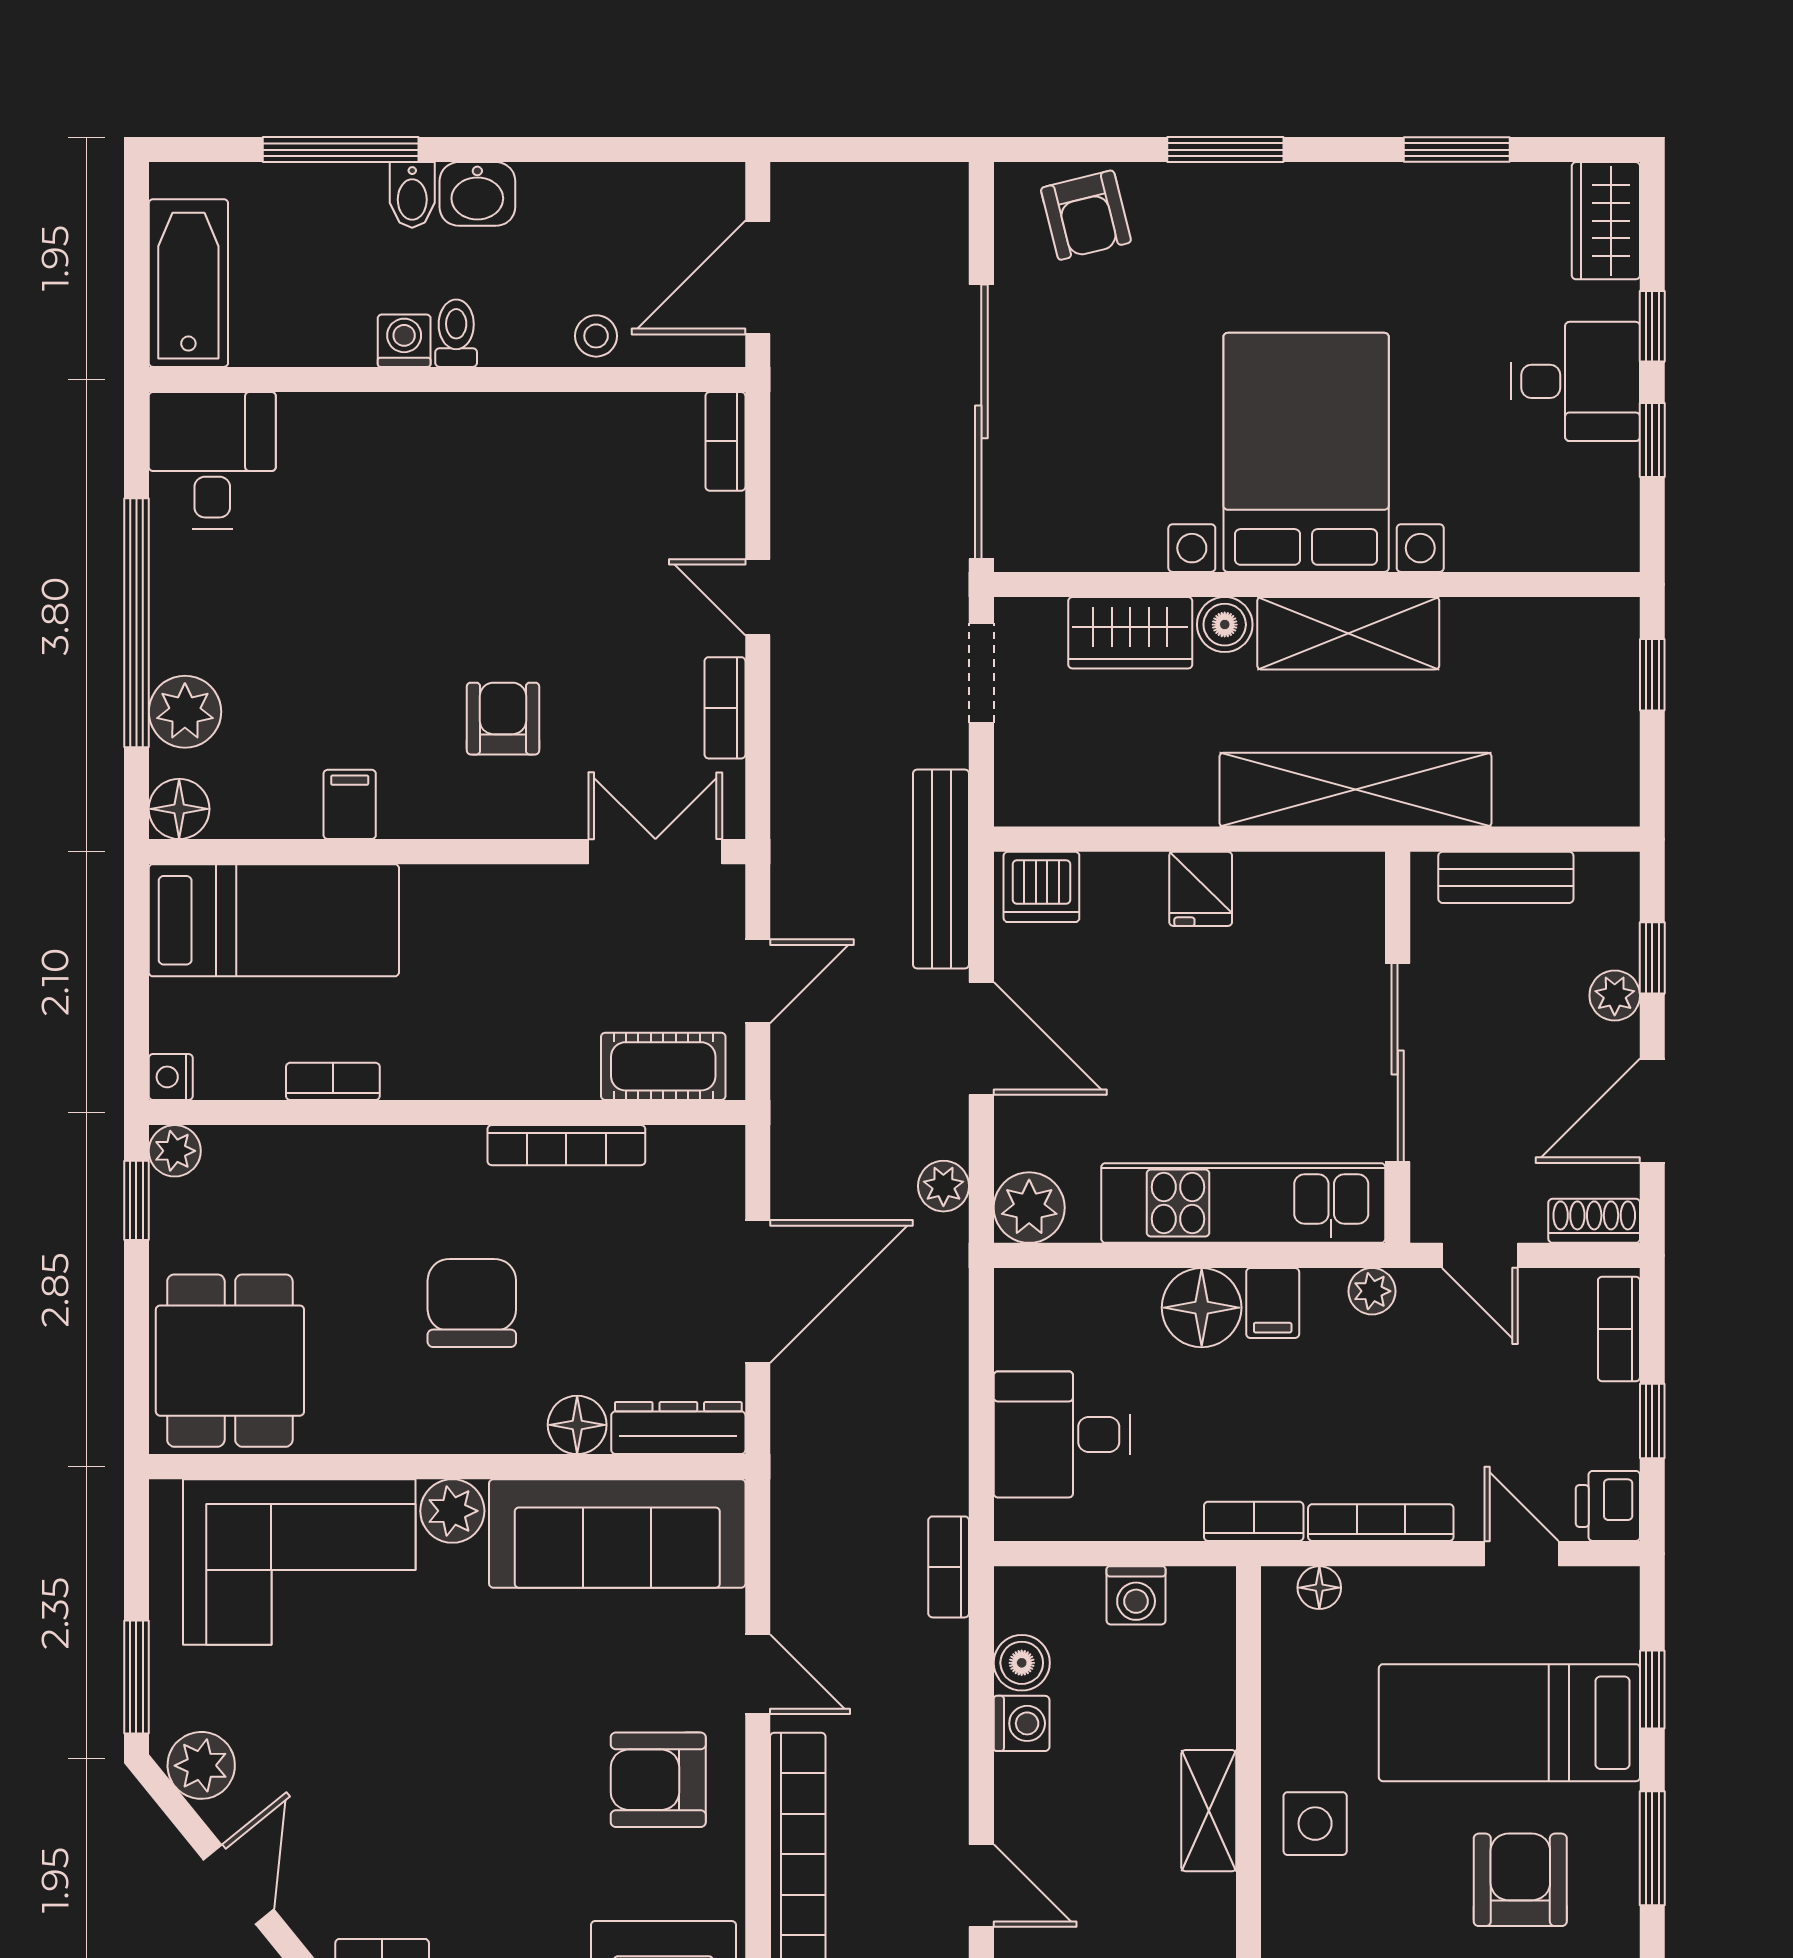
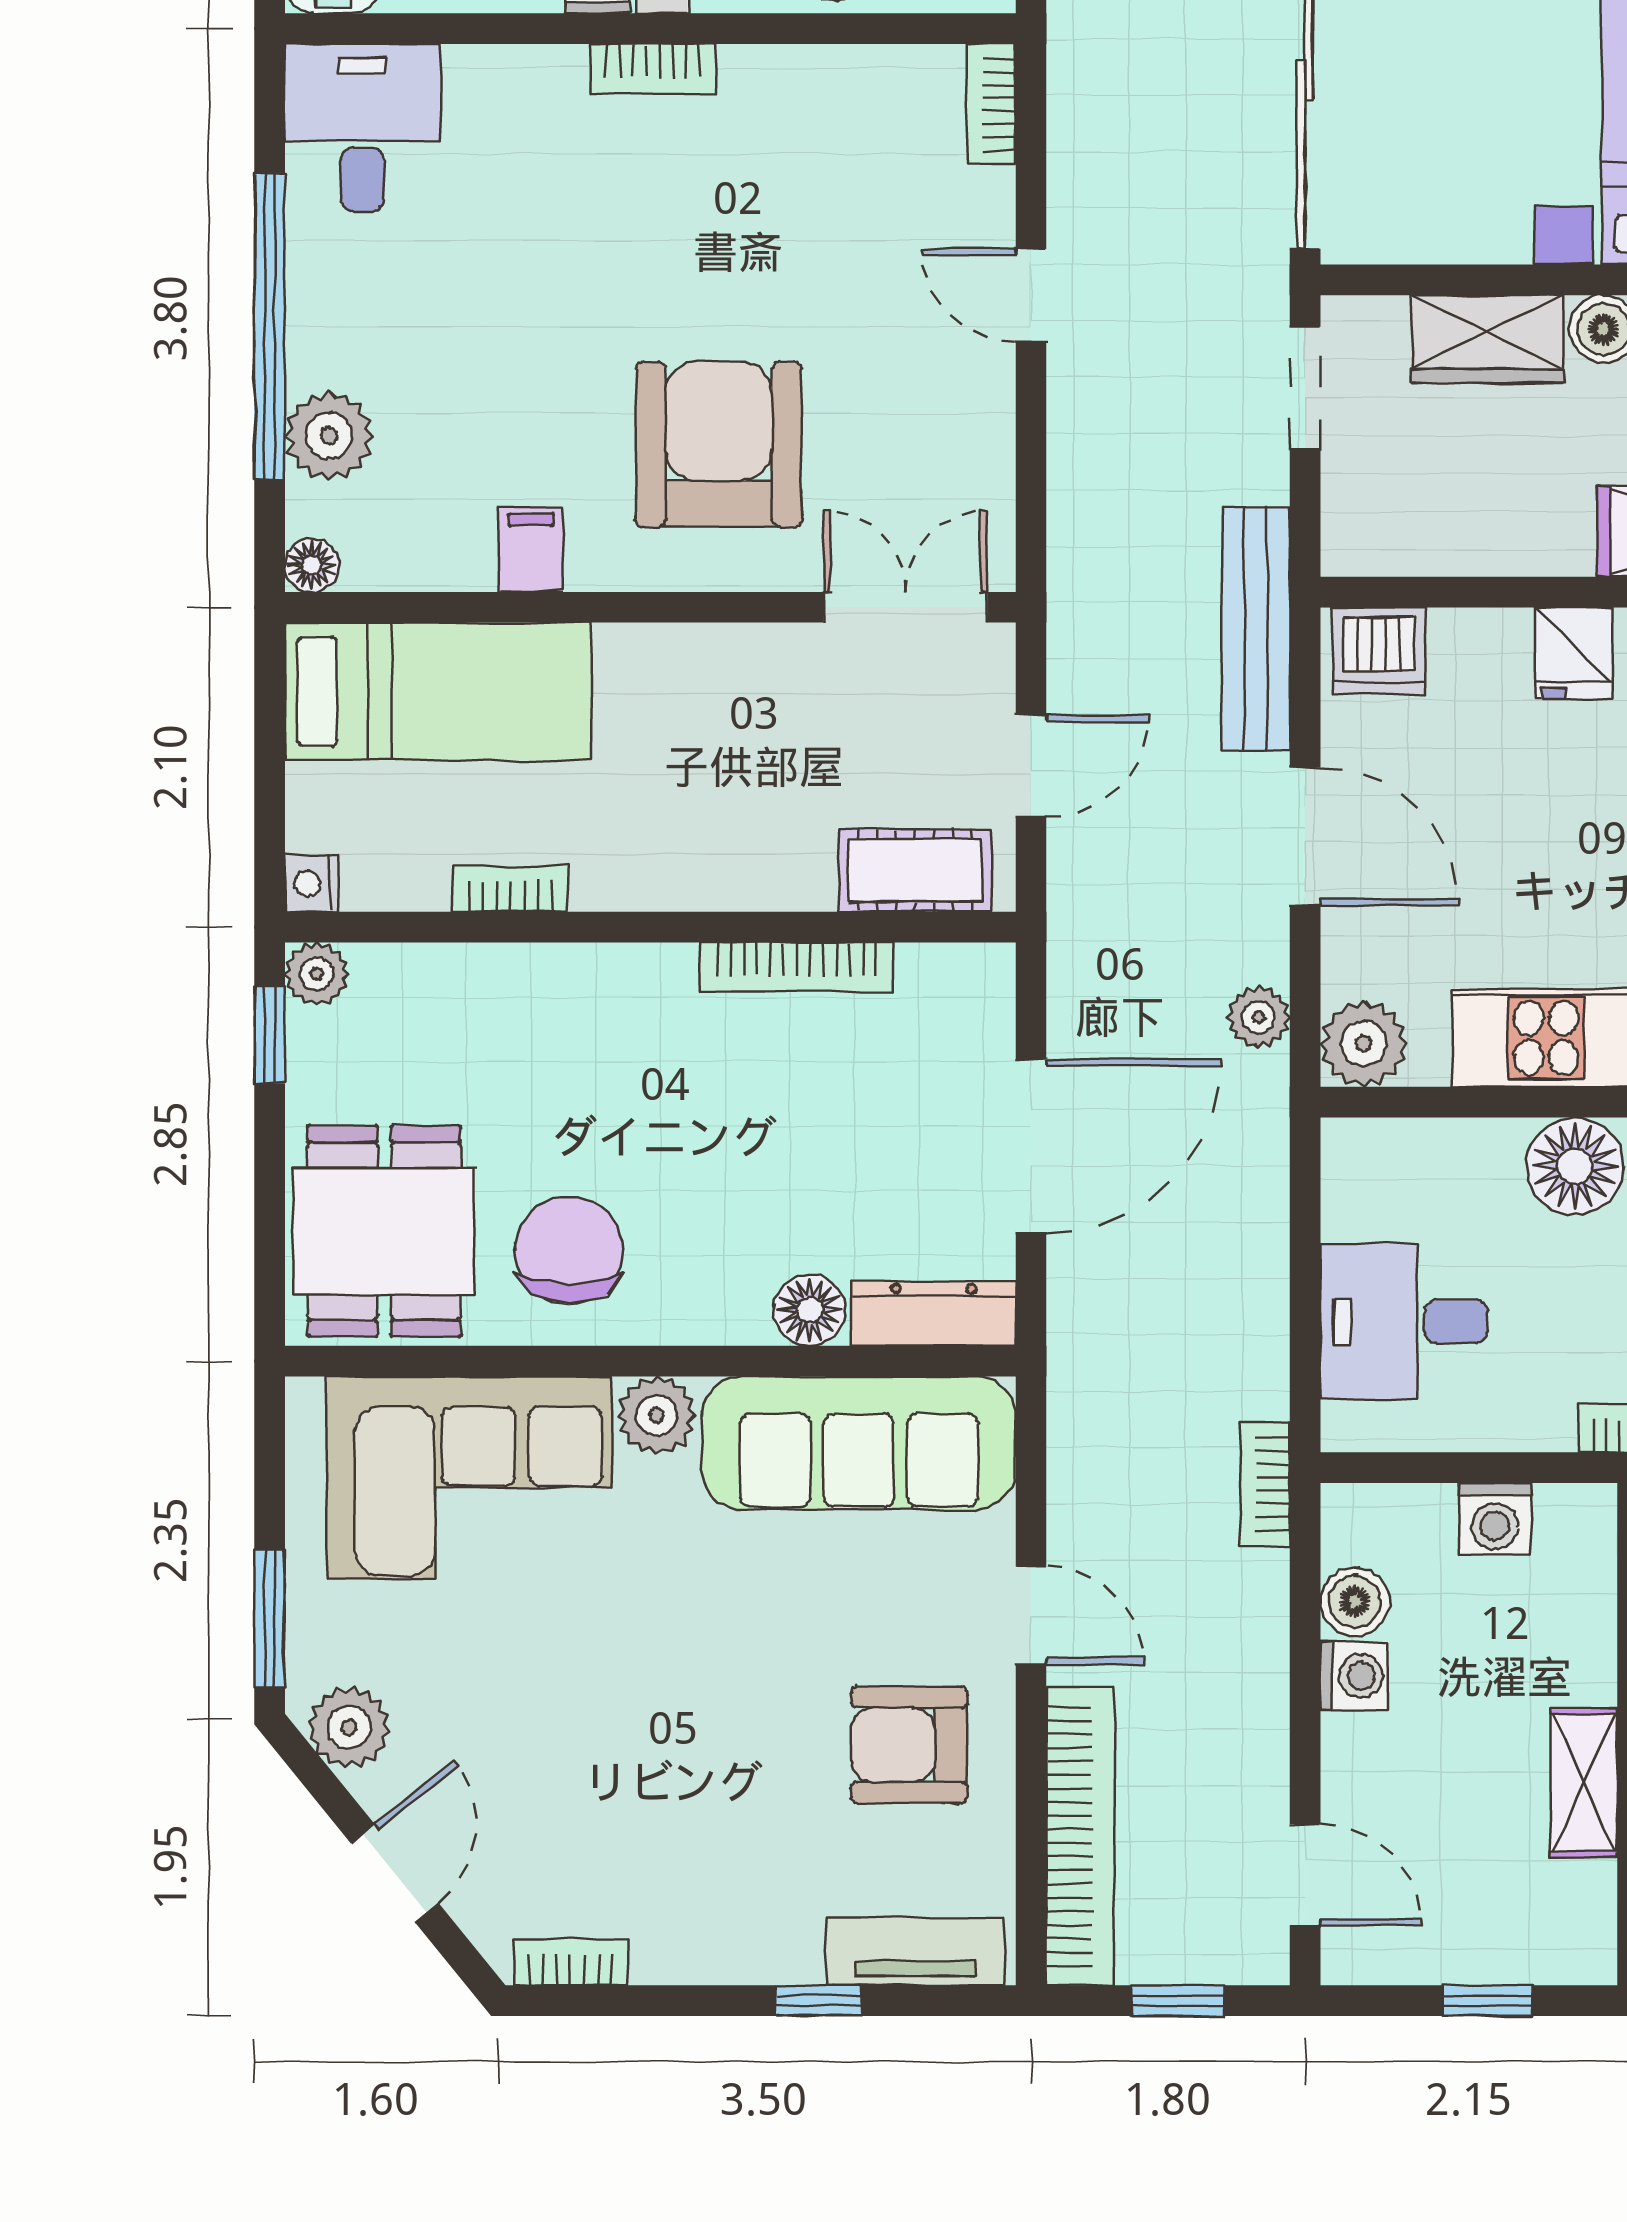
bookcase: (725, 708) -> (653, 69), moved, turned -90
armchair: (503, 719) -> (719, 444), width x1.88, depth x1.88
floor lamp: (179, 809) -> (312, 565), width x0.73, depth x0.73
chair: (472, 1303) -> (569, 1250), moved

